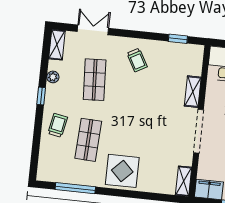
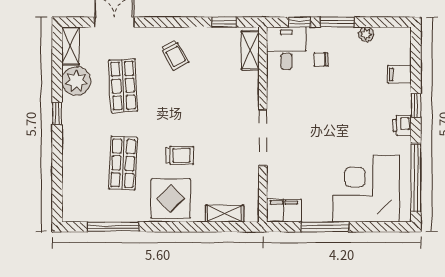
plant: (53, 77) -> (76, 81), width x1.87, depth x1.87
shelving: (193, 92) -> (250, 50), moved
trolley: (58, 125) -> (180, 155), moved, turned 79
shelving: (184, 181) -> (224, 214), moved, turned 90

